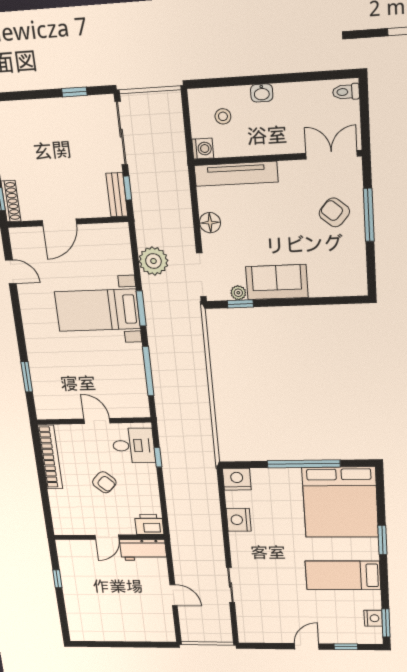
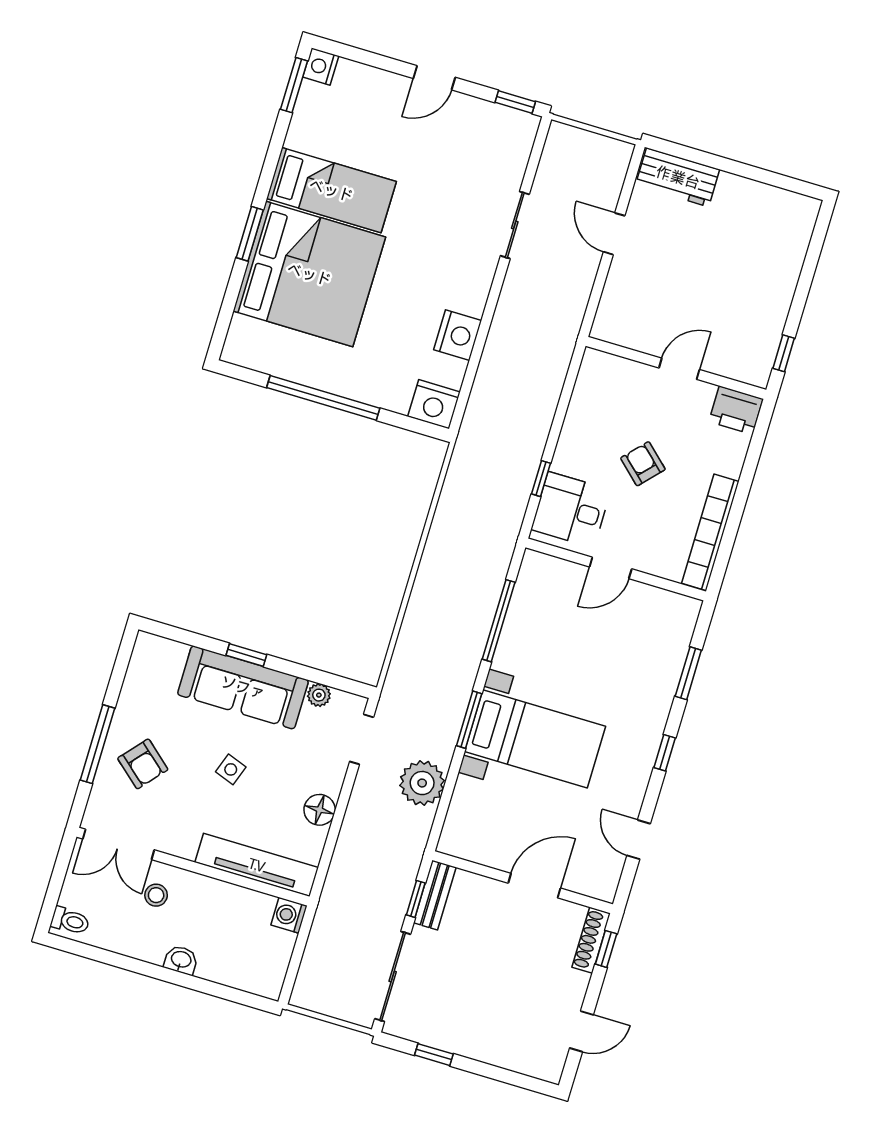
stool: (223, 116) -> (156, 895), moved
side table: (276, 228) -> (231, 769), added
doorway: (201, 275) -> (362, 739), width x0.73
sofa: (277, 282) -> (243, 687), width x1.36
window: (240, 304) -> (246, 655), moved
window: (19, 327) -> (665, 753), added
door: (97, 421) -> (611, 568), hinge flipped
bed: (340, 502) -> (309, 274), moved, turned 90
printer: (149, 524) -> (736, 410), moved
workbench: (143, 550) -> (678, 177), moved, turned 180
window: (57, 579) -> (784, 353), moved
nightstand: (373, 618) -> (321, 66), moved
window: (346, 647) -> (515, 102), moved

